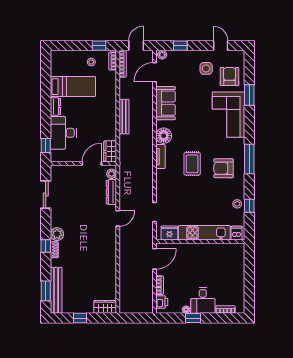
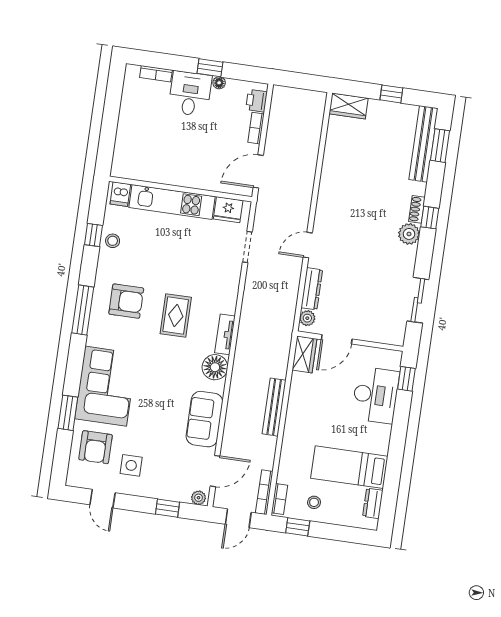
dresser: (55, 107) -> (373, 503), moved

